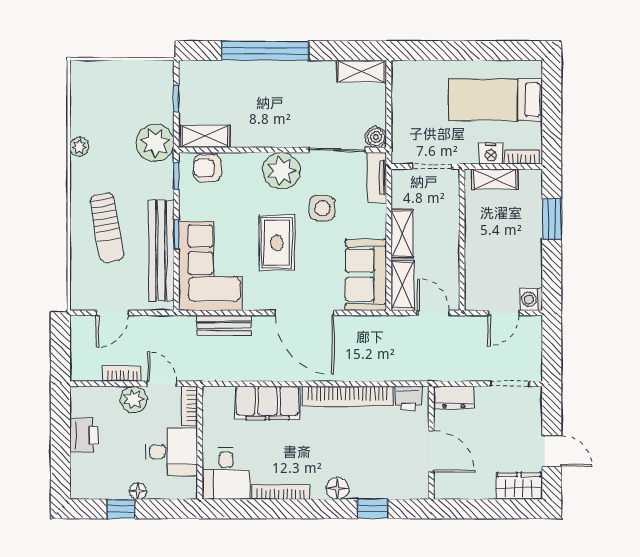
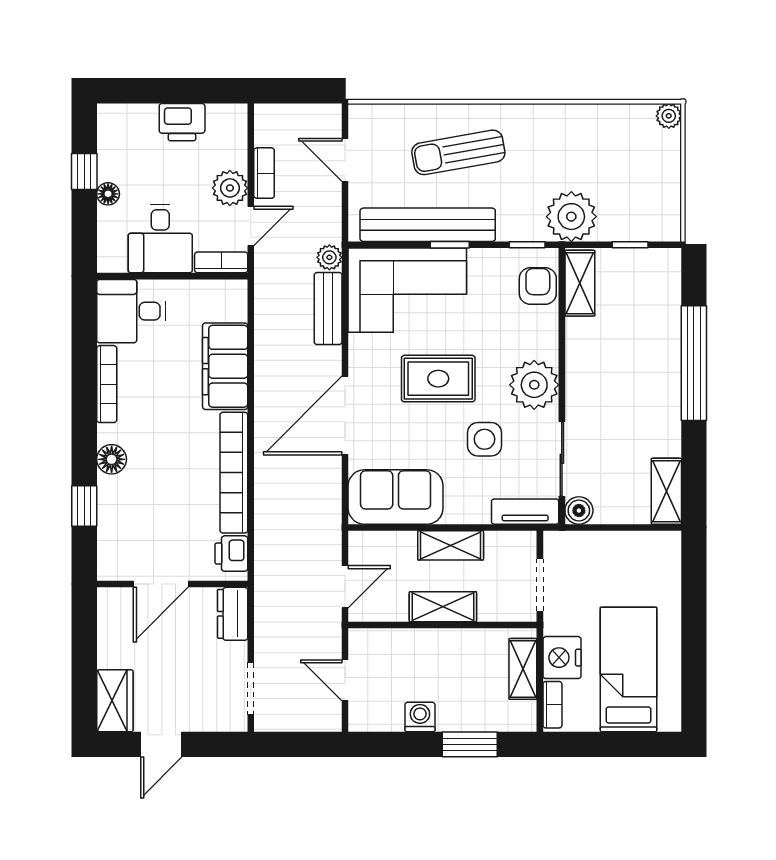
plant: (79, 147) -> (669, 116), moved
nightstand: (491, 153) -> (562, 658), width x1.36, depth x1.33
shelving: (402, 285) -> (443, 607), moved
washing machine: (531, 299) -> (420, 717), moved
plant: (186, 325) -> (329, 257), added

